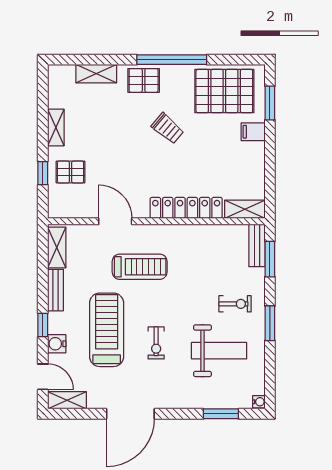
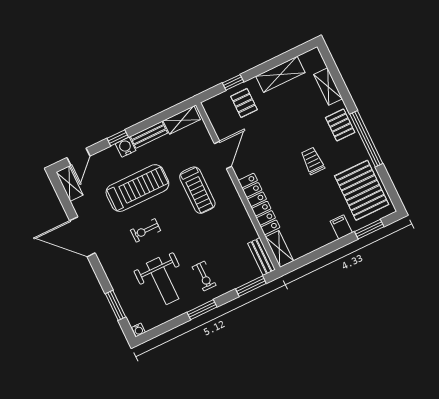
shelving: (56, 128) -> (280, 74), width x1.50, depth x1.33
trolley: (168, 128) -> (313, 161), turned 140
bench: (257, 245) -> (262, 257), moved, turned 90
water cooler: (57, 344) -> (126, 147), moved

